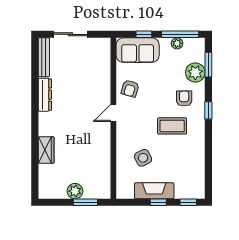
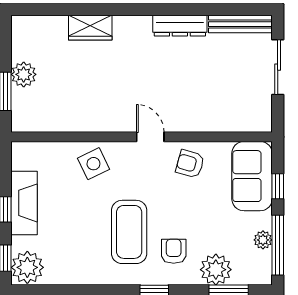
armchair: (184, 98) -> (174, 251), turned -90
coffee table: (172, 126) -> (129, 232), width x1.36, depth x1.32
side table: (143, 158) -> (93, 164), moved
plant: (194, 189) -> (27, 267), added

